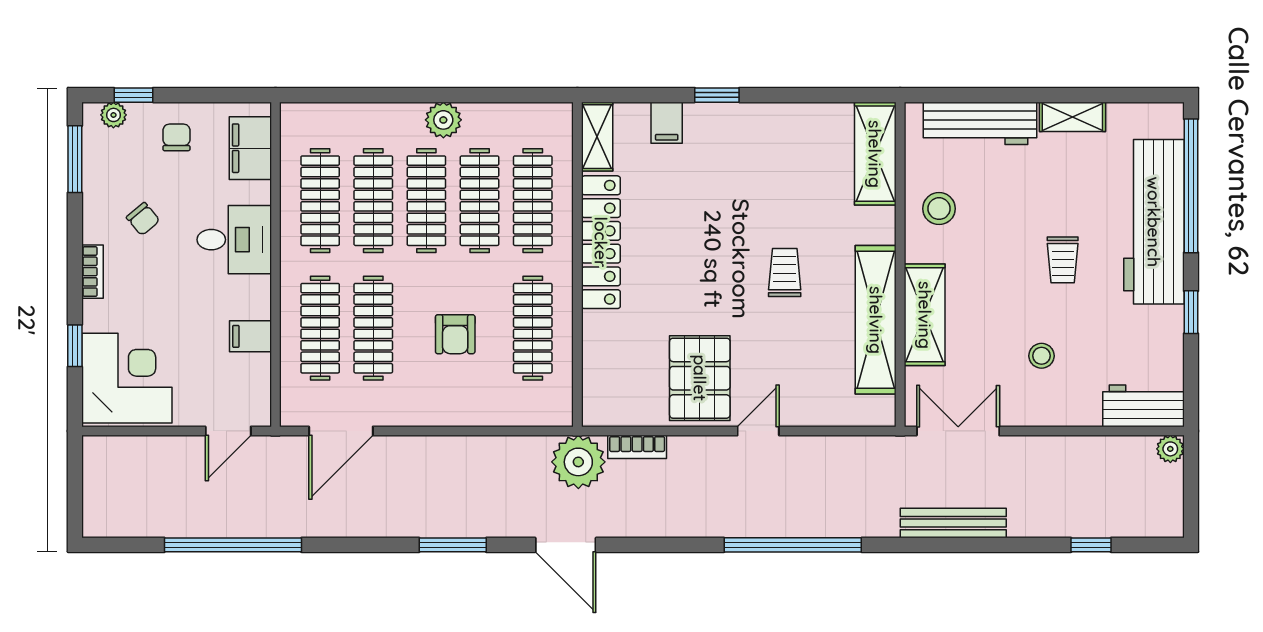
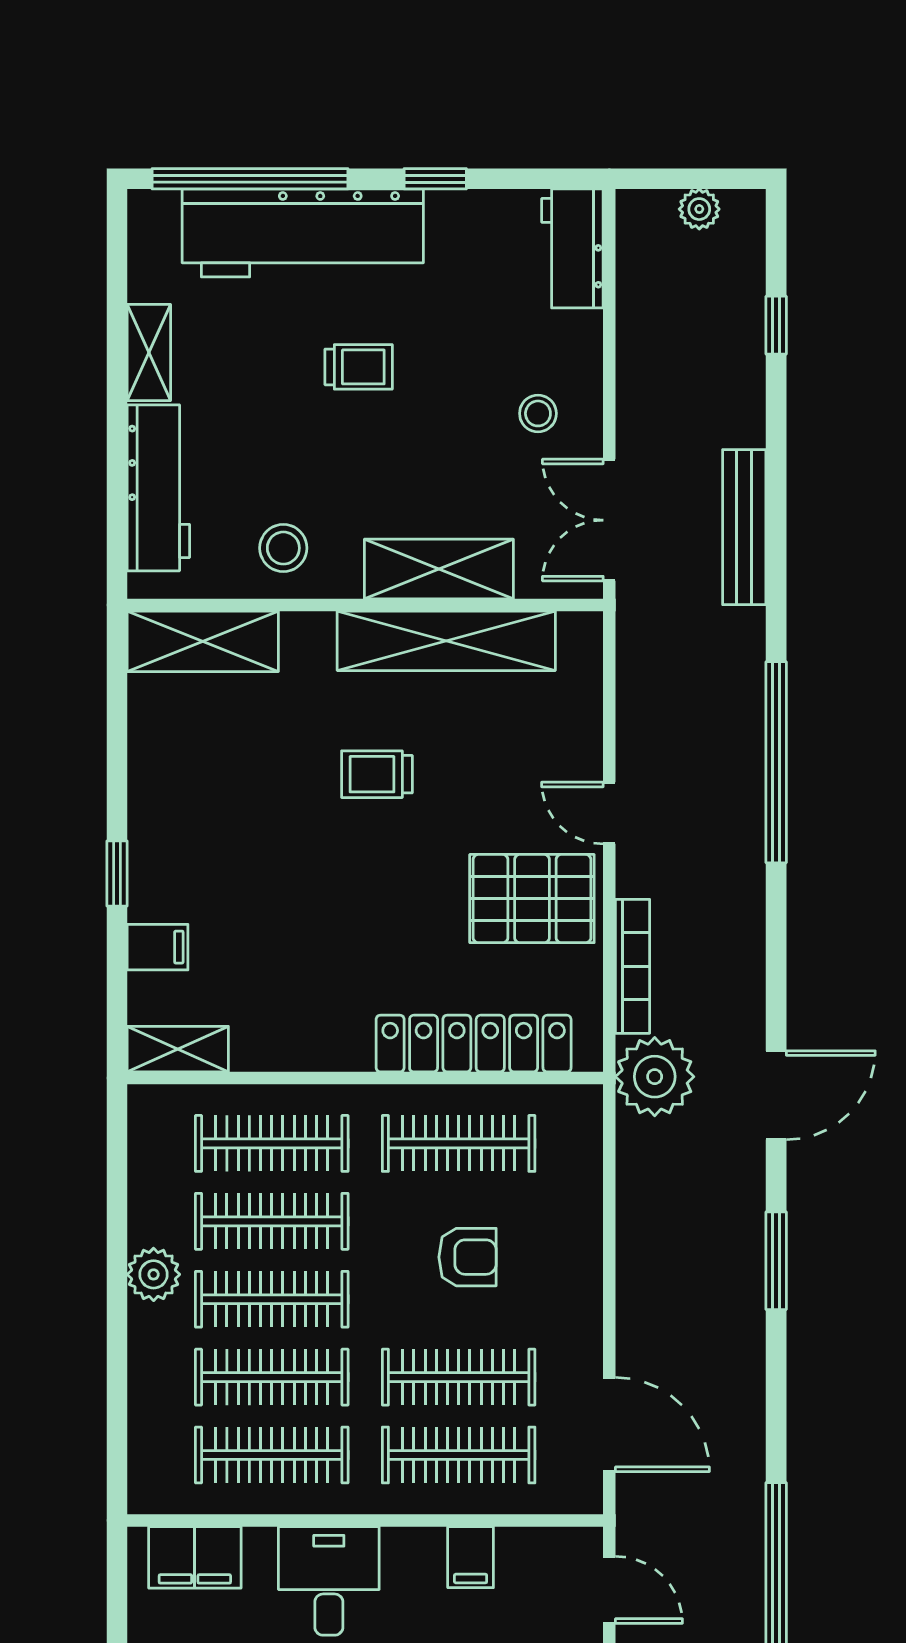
locker: (601, 242) -> (474, 1044), moved
stool: (1041, 356) -> (538, 413), moved
bookcase: (637, 447) -> (633, 966), width x1.56
plant: (1170, 449) -> (699, 209), moved

